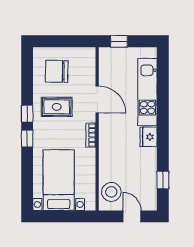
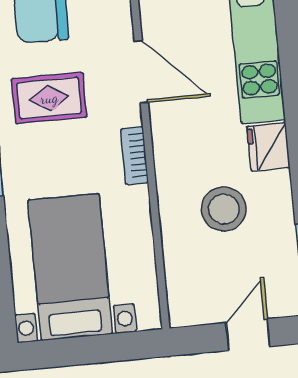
stool: (111, 192) -> (224, 209), moved
door: (132, 216) -> (248, 335), hinge flipped

